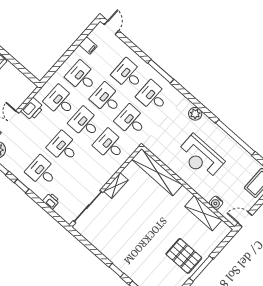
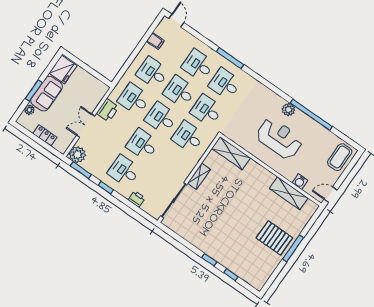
plant: (195, 114) -> (288, 110), moved
reception desk: (200, 157) -> (279, 138), turned 180
shelving: (157, 172) -> (231, 153), width x0.68

